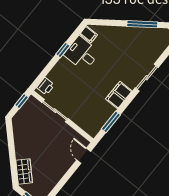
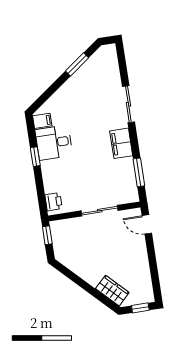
window: (142, 24) -> (77, 64), width x0.69
sliding door: (55, 111) -> (100, 211), moved

